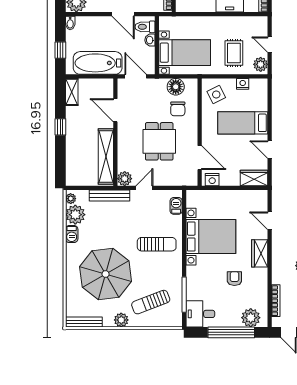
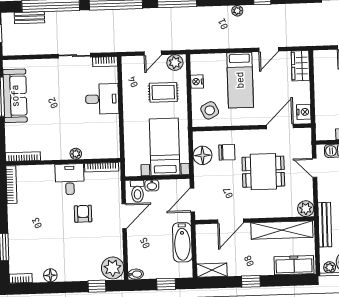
bathtub: (98, 63) -> (182, 242), width x0.73, depth x0.73
freezer: (74, 166) -> (294, 265), added
door: (144, 188) -> (315, 168), moved

